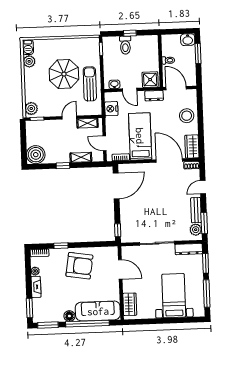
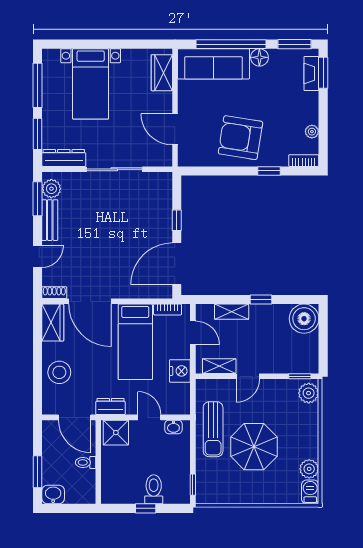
nightstand: (111, 109) -> (180, 371), moved
window: (118, 230) -> (177, 220), moved
fireplace: (36, 287) -> (311, 74), moved

